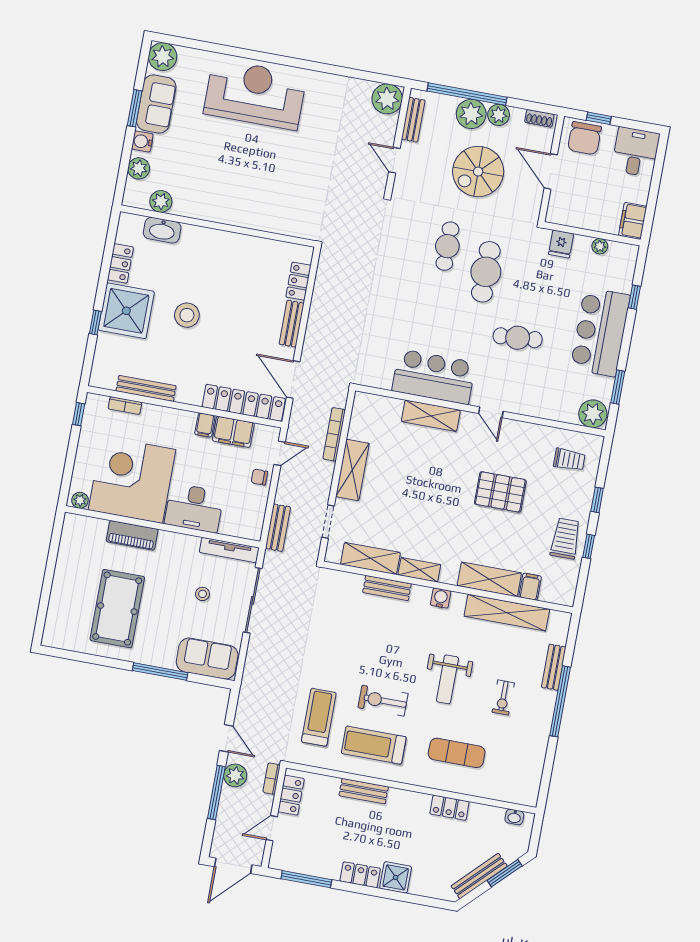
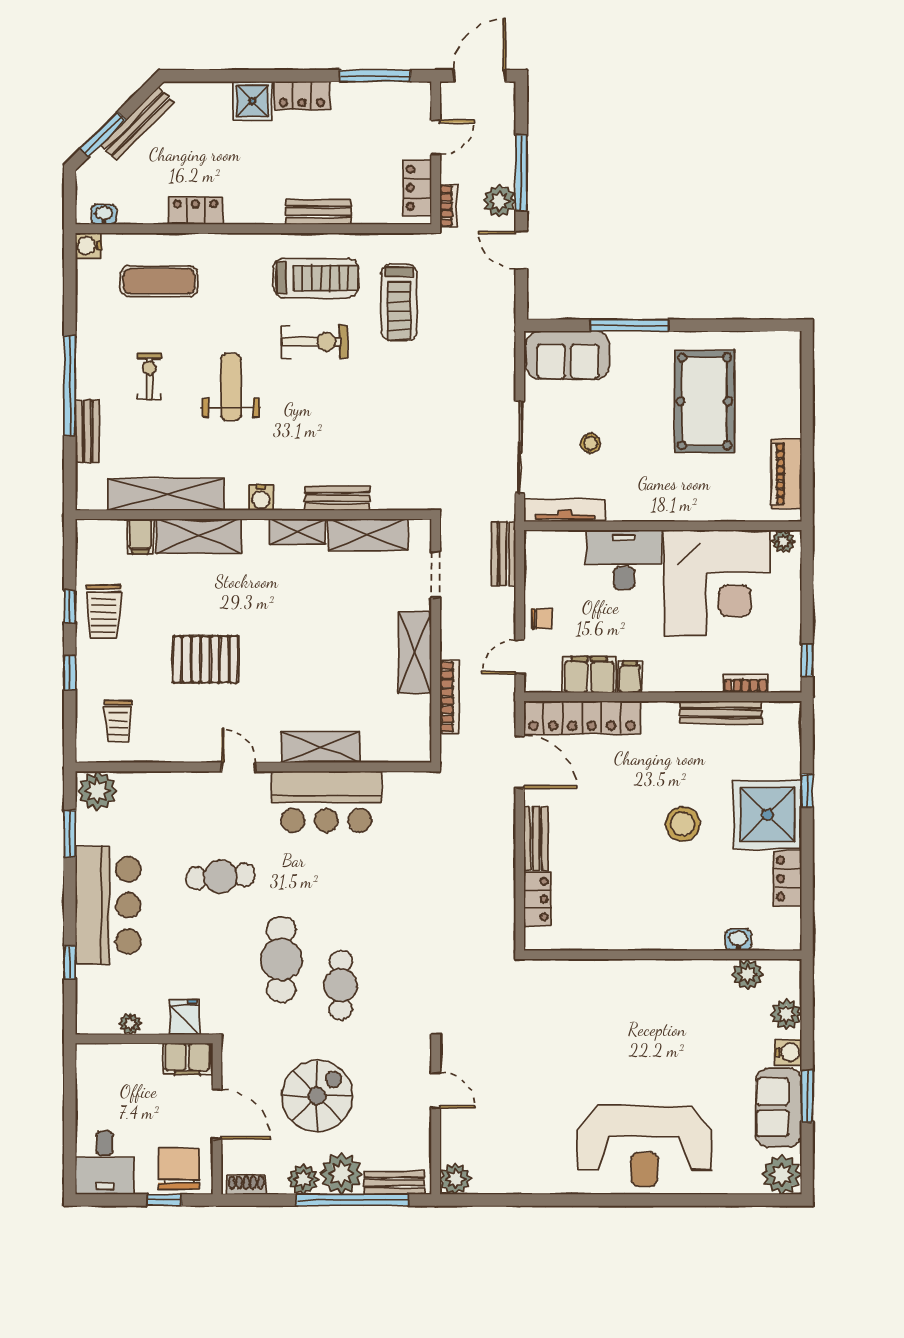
plant: (387, 99) -> (455, 1179), width x0.73, depth x0.73
bench: (413, 120) -> (395, 1183), moved, turned 90
filing cabinet: (633, 221) -> (187, 1059), moved, turned 90
washbasin: (162, 230) -> (738, 940), width x0.52, depth x0.69
trolley: (569, 460) -> (118, 721), turned -90
piano: (132, 535) -> (786, 474), moved, turned -90
exercise mat: (457, 753) -> (159, 281), moved
water cooler: (529, 797) -> (88, 246), added

